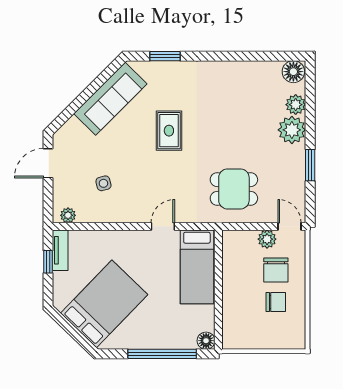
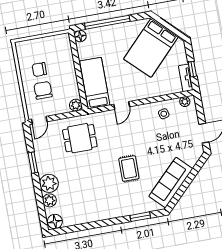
side table: (103, 183) -> (164, 114), moved
door: (290, 226) -> (39, 120), hinge flipped
plant: (267, 239) -> (76, 105), moved

